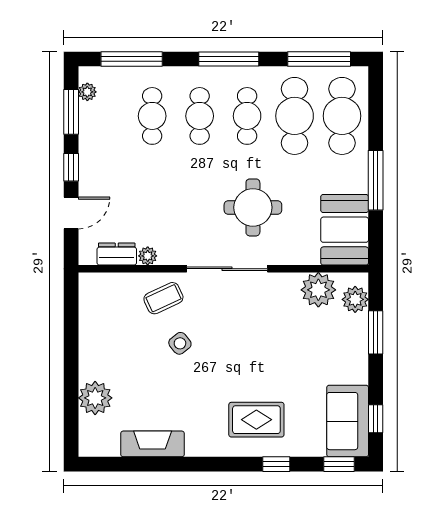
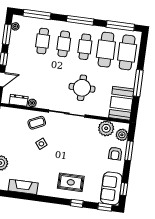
armchair: (346, 343) -> (115, 153), added

